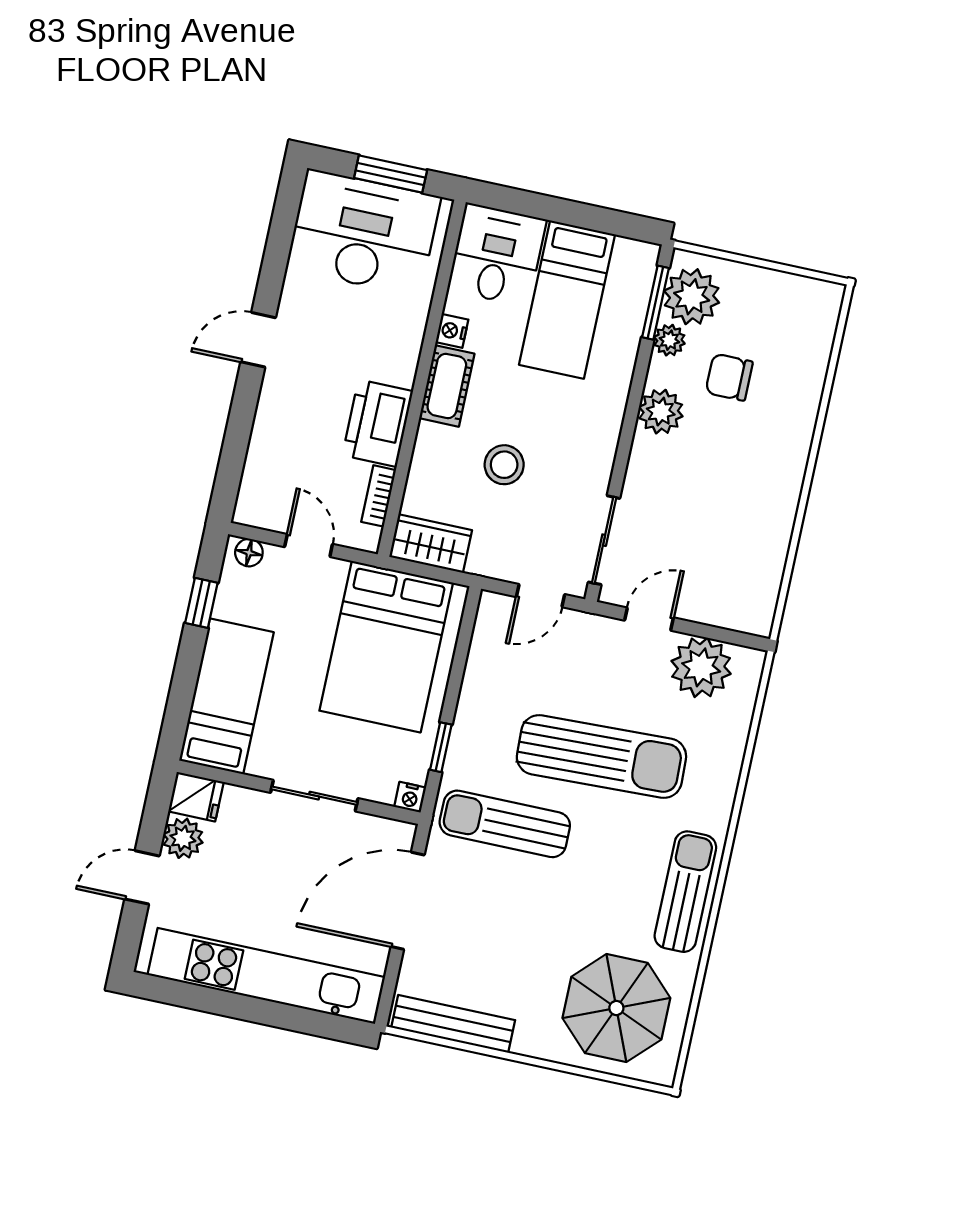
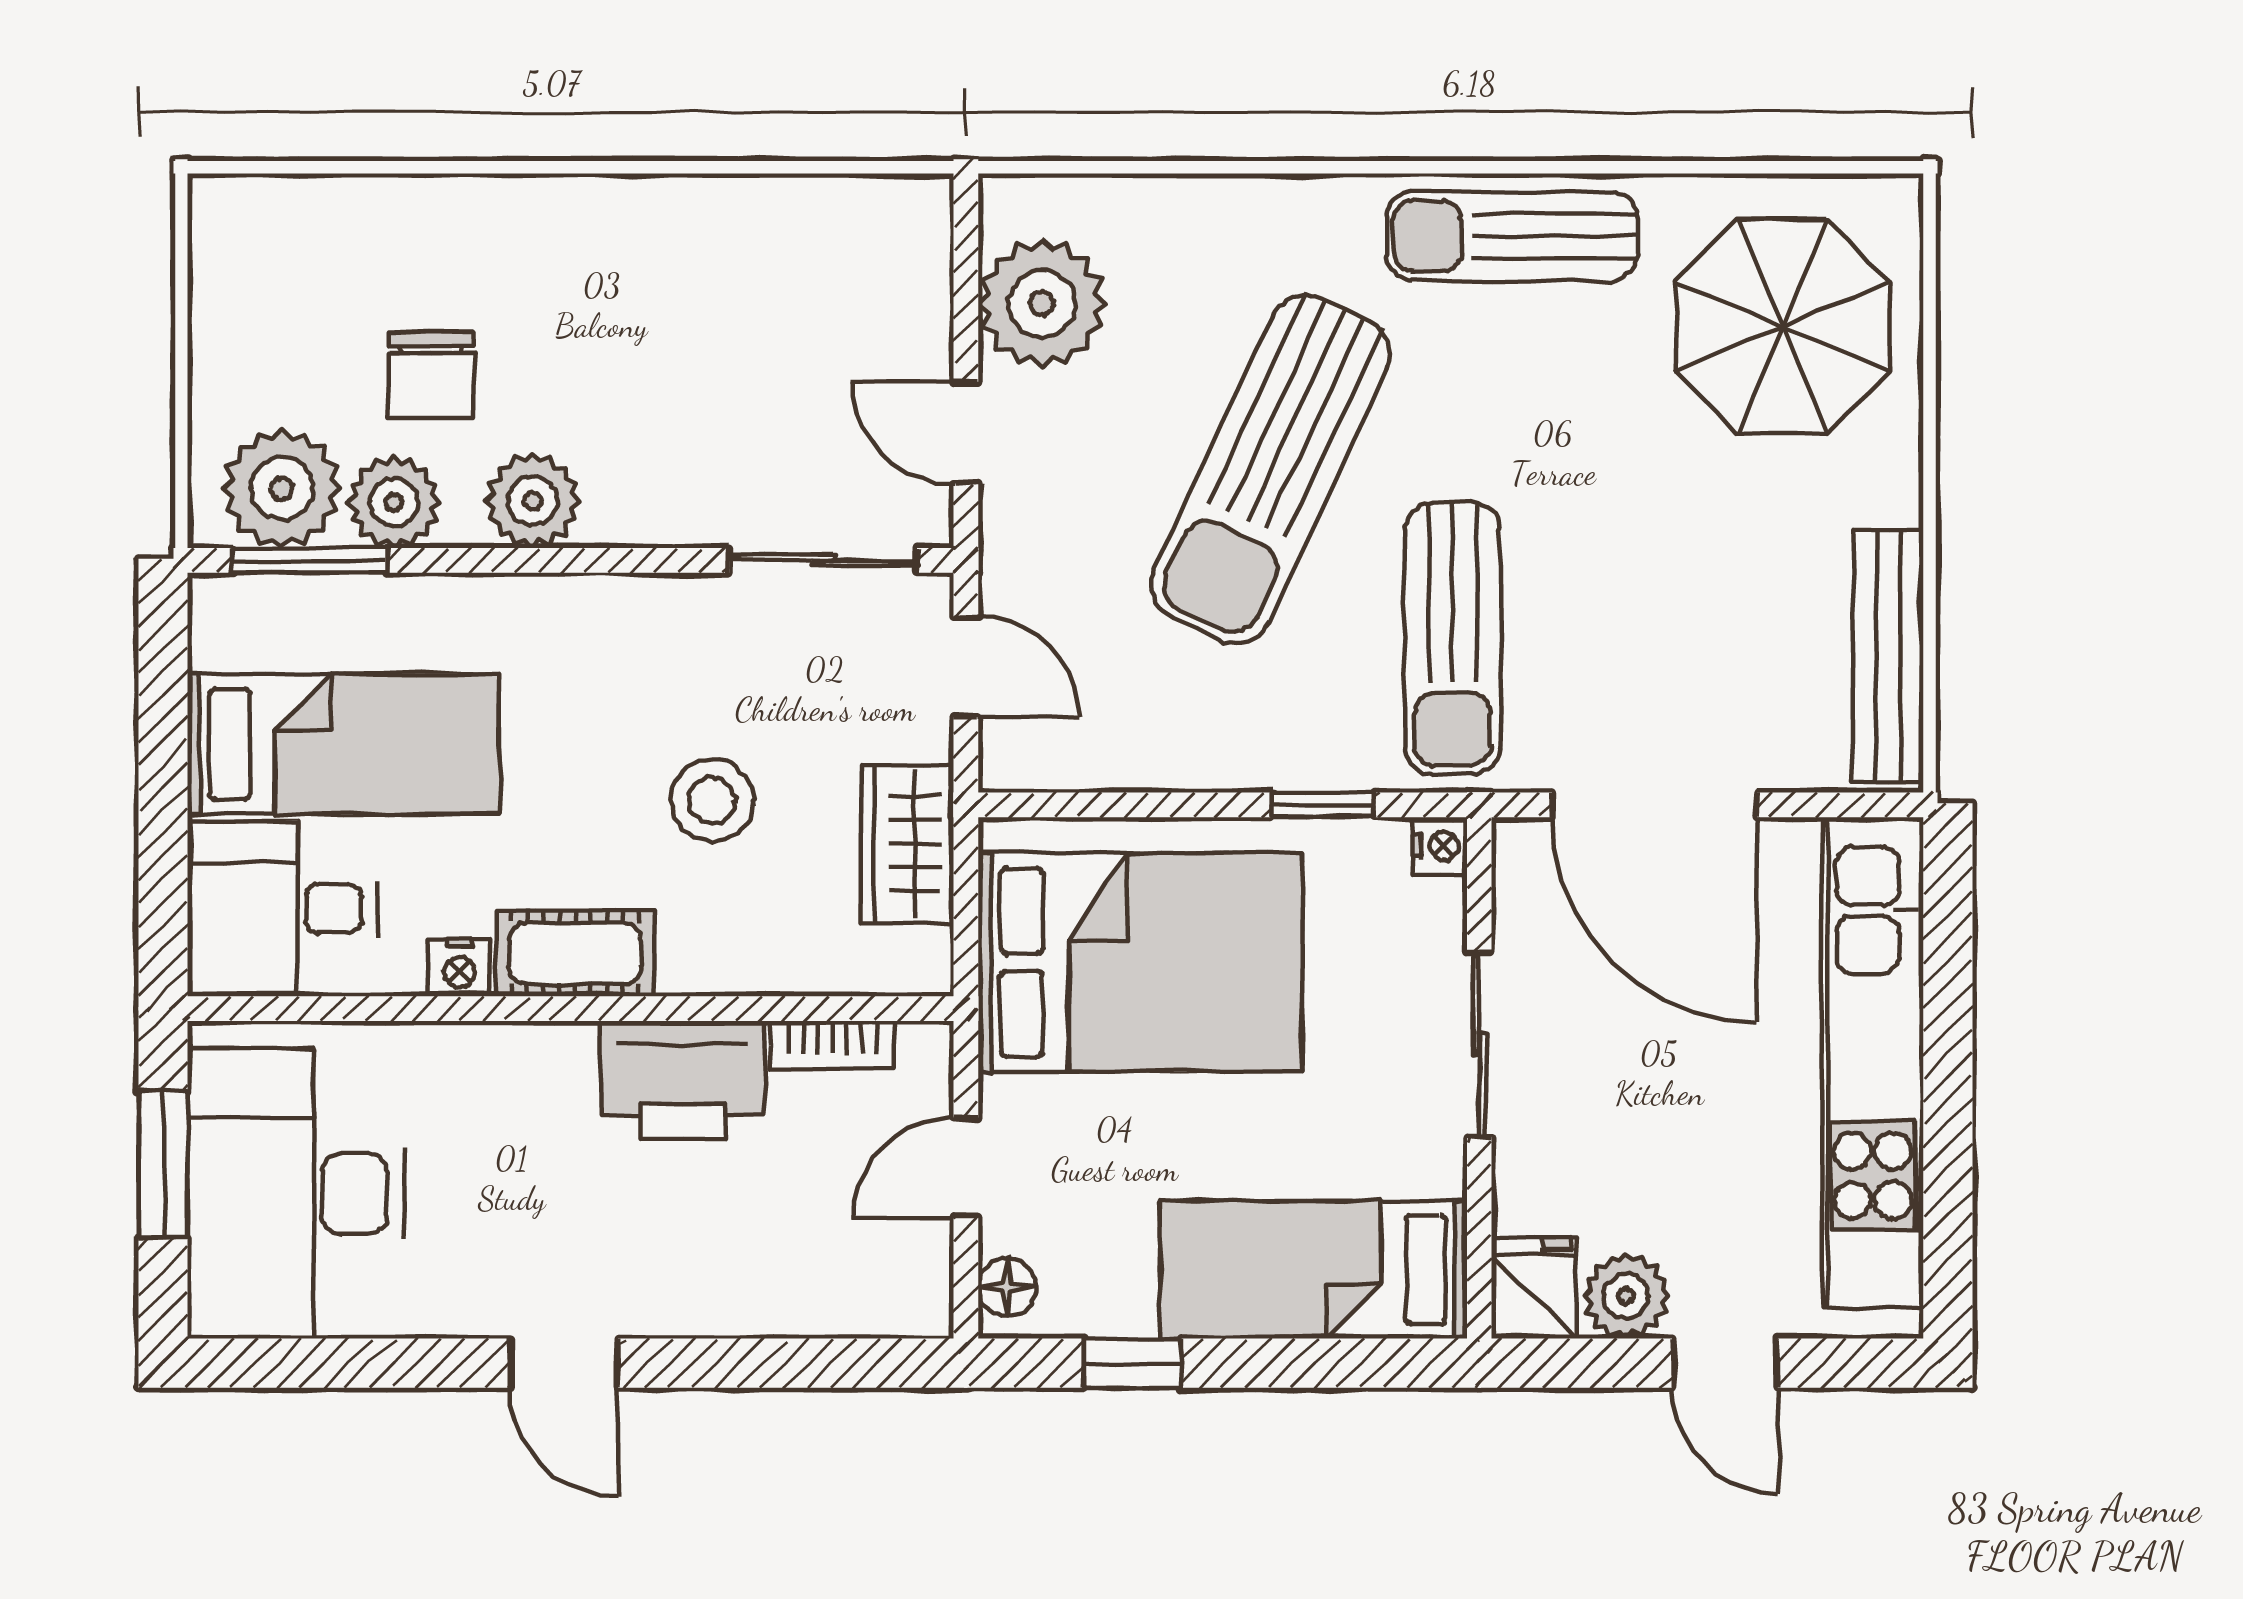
plant: (669, 340) -> (394, 502), width x1.38, depth x1.38
wardrobe: (431, 544) -> (907, 844), moved
sun lounger: (601, 757) -> (1271, 469), turned -153

